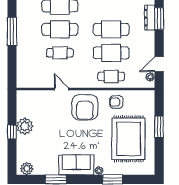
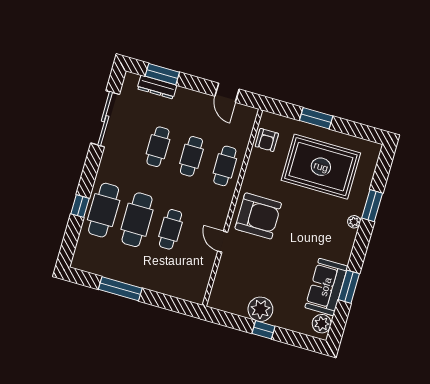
cafe table: (111, 29) -> (158, 147), width x0.73, depth x0.74
cafe table: (111, 53) -> (191, 156), width x0.73, depth x0.74
plant: (150, 77) -> (242, 111), removed
door: (62, 89) -> (223, 242), hinge flipped
armchair: (116, 102) -> (267, 140), moved
sofa: (76, 165) -> (326, 287), moved

